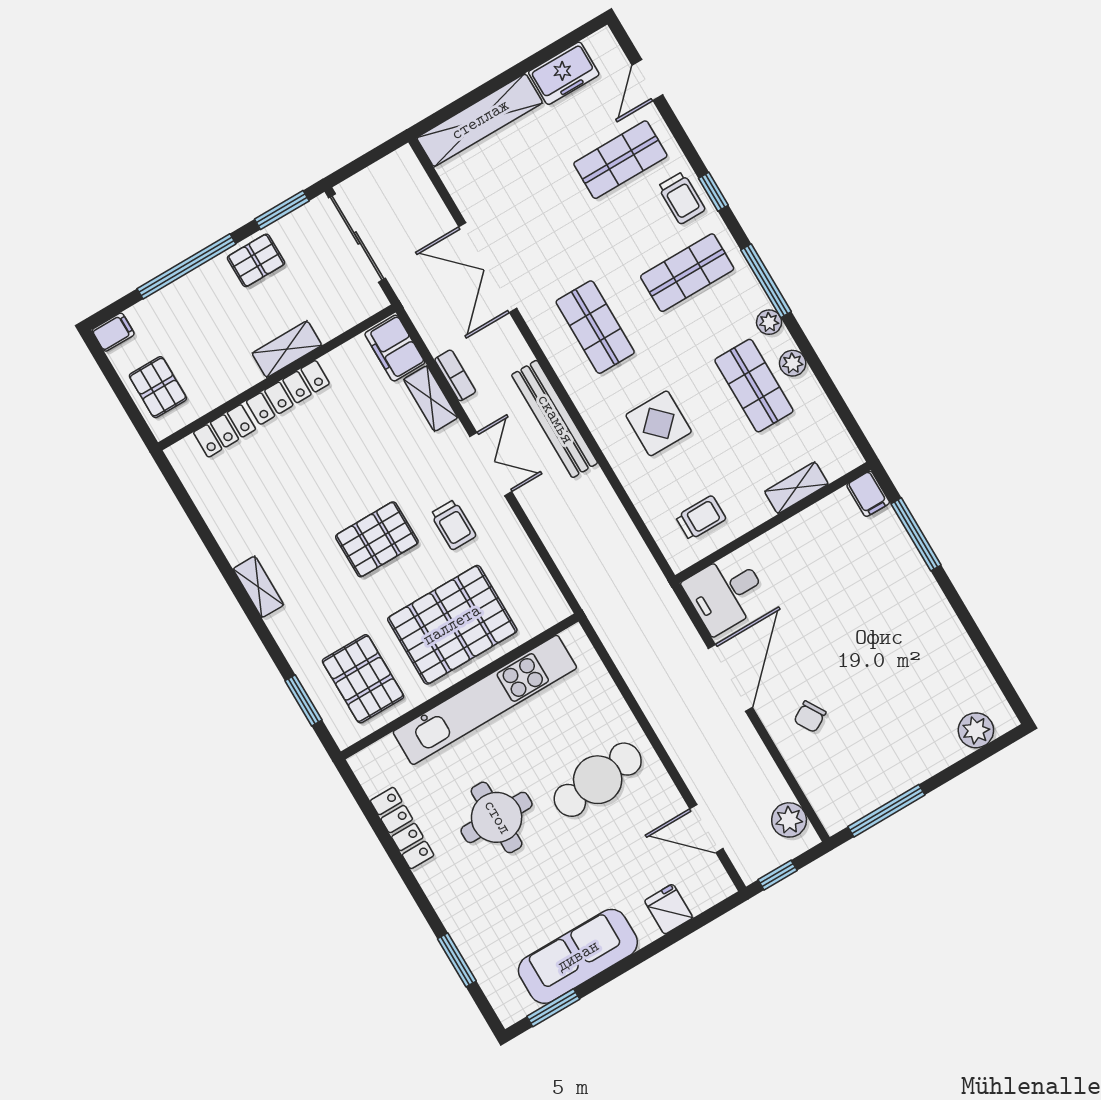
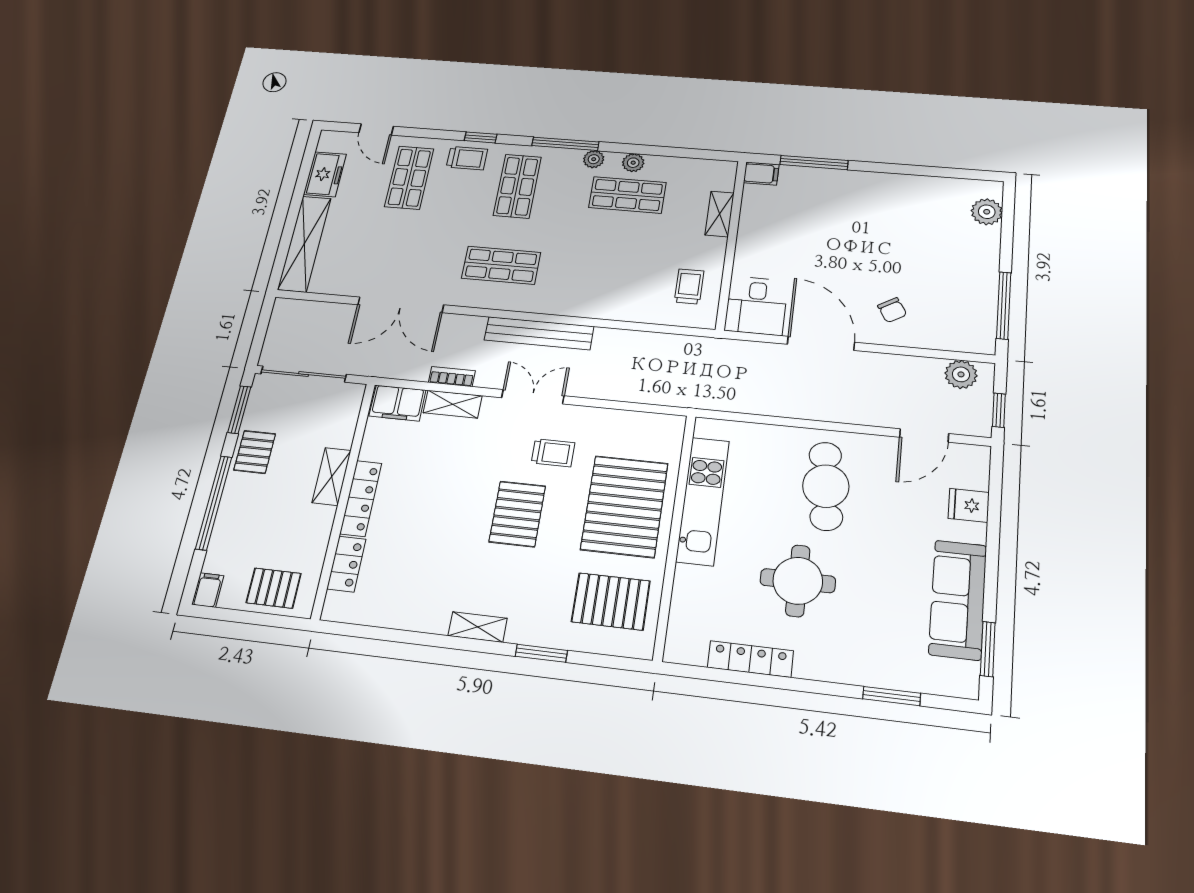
display table: (659, 423) -> (601, 270), removed
window: (303, 700) -> (541, 653), moved
kitchen unit: (485, 700) -> (703, 501), width x0.73

